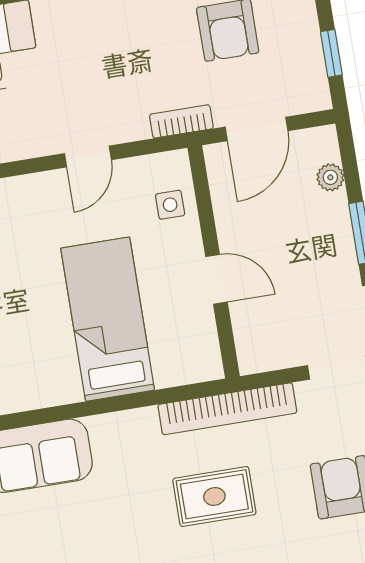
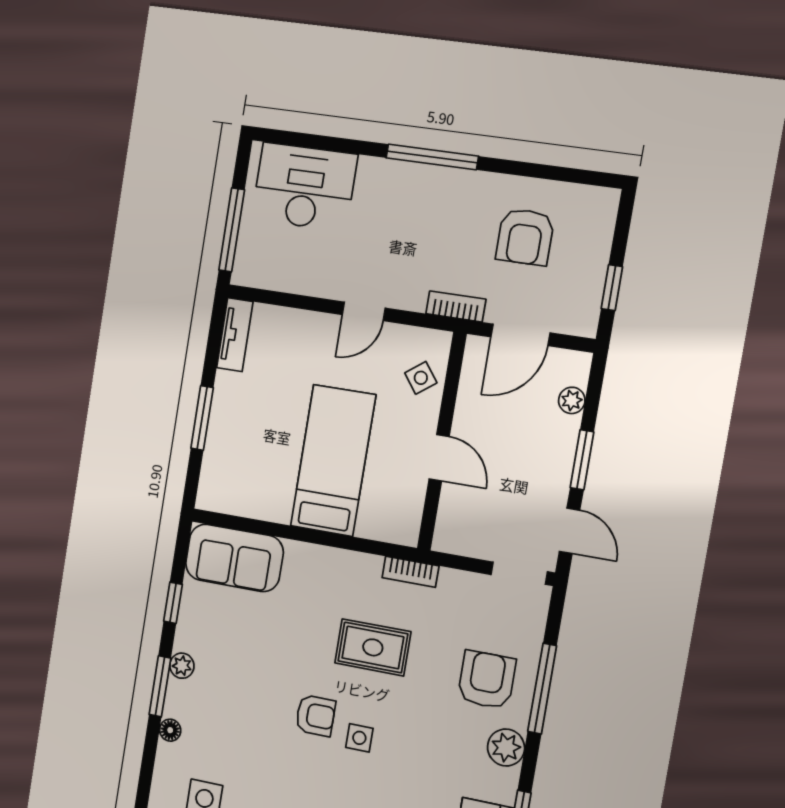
side table: (170, 205) -> (421, 378), turned -37
bookcase: (227, 409) -> (410, 572), width x0.43, depth x0.76

